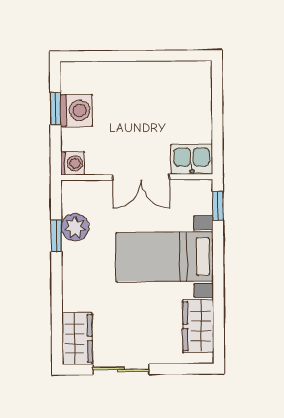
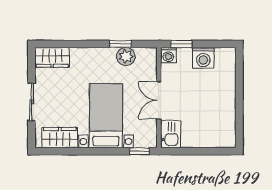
window: (55, 109) -> (181, 44), moved
sliding door: (121, 369) -> (32, 102), moved

